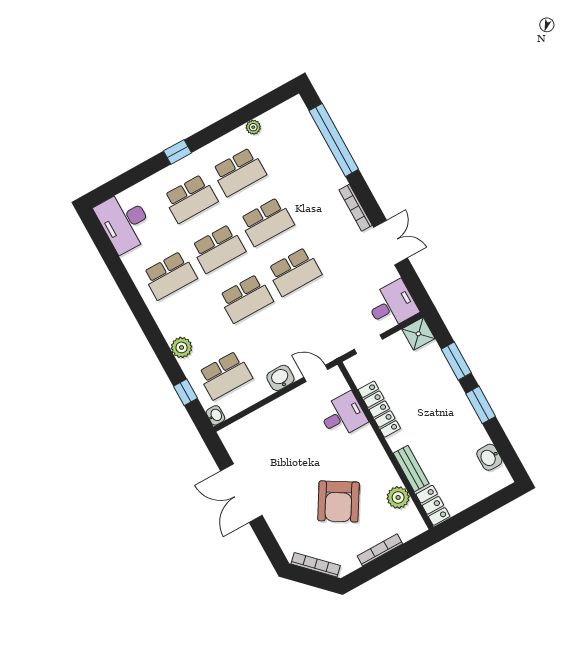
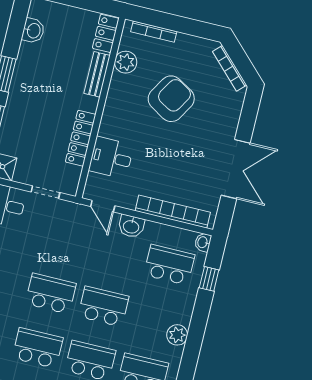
plant: (182, 347) -> (177, 335), moved
bookcase: (259, 418) -> (173, 212), added
bookcase: (380, 550) -> (154, 32), moved

